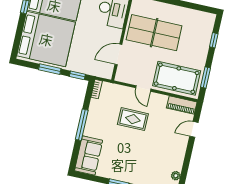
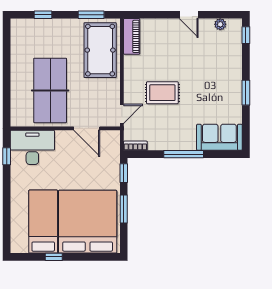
door: (143, 88) -> (122, 114), moved
rug: (133, 119) -> (162, 93), turned 90
door: (194, 129) -> (189, 15), moved

